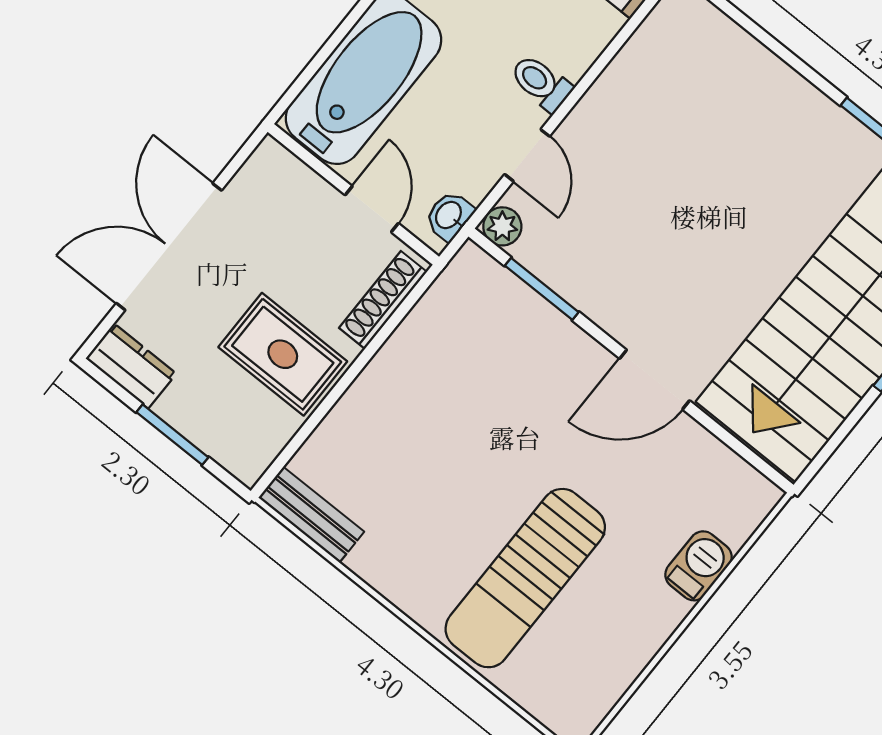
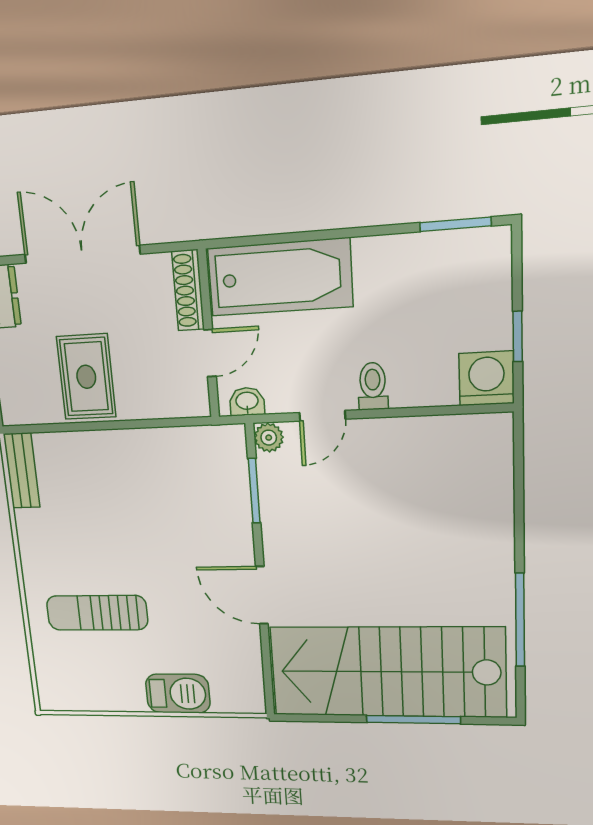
shoe rack: (383, 300) -> (188, 290), moved, turned -90
barbecue: (698, 566) -> (178, 694), width x1.38, depth x1.27
sun lounger: (525, 578) -> (97, 613), width x0.73, depth x0.75

